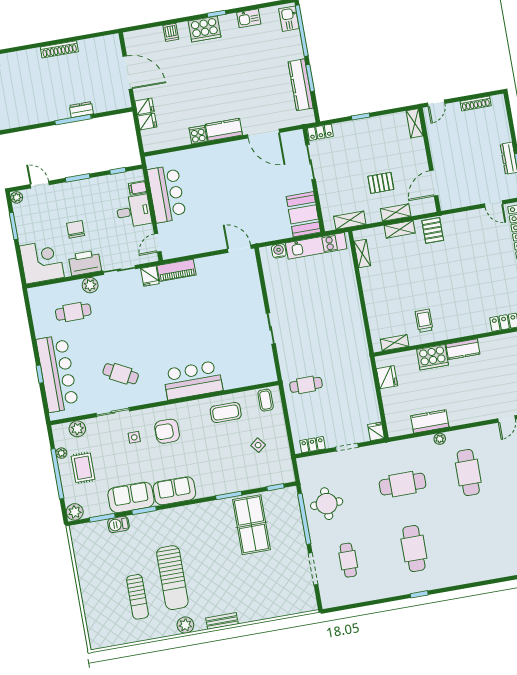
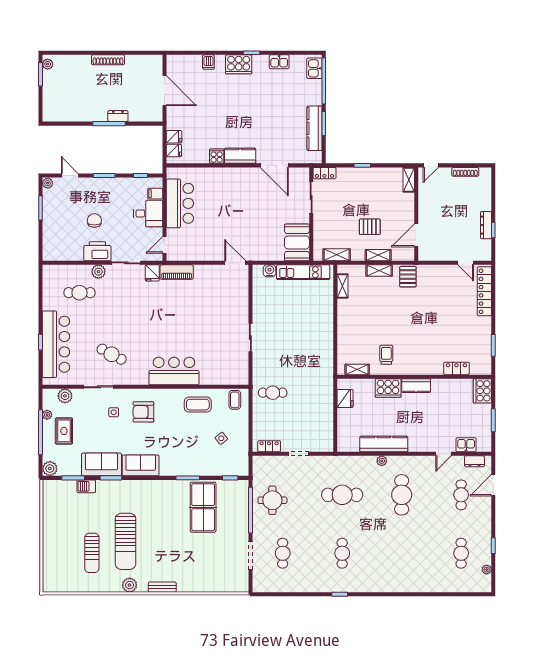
fridge: (144, 106) -> (174, 151), moved
corner desk: (42, 262) -> (60, 244), removed
kitchen counter: (430, 421) -> (384, 444), width x1.50
fridge: (376, 431) -> (327, 444), removed
cafe table: (414, 549) -> (342, 553), width x0.73, depth x0.74

